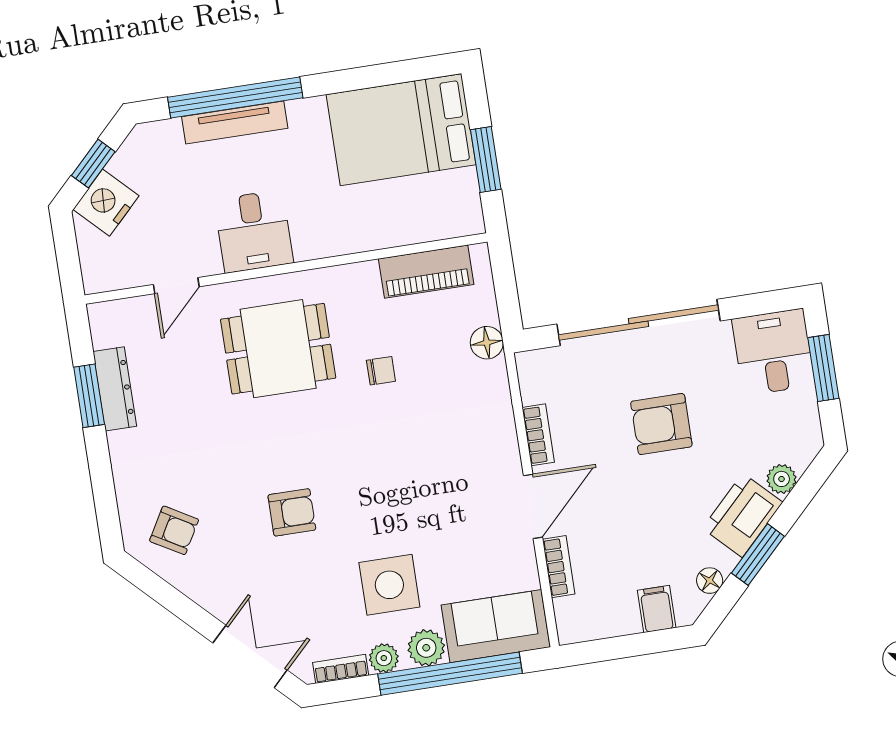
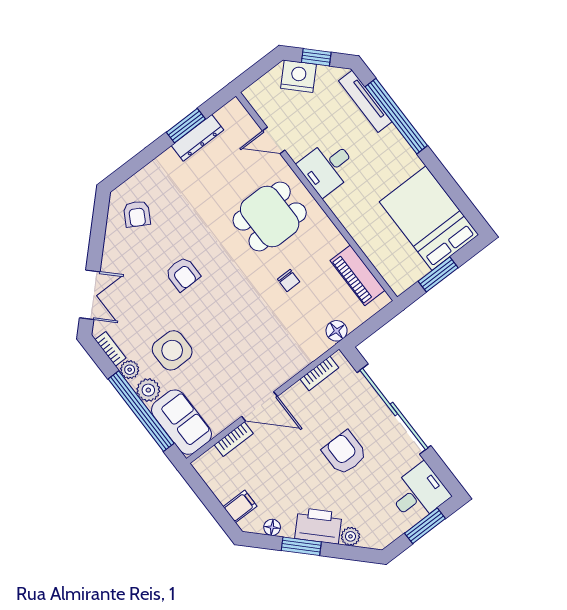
tv unit: (235, 123) -> (365, 101), moved
dining table: (278, 349) -> (270, 216), turned 90
bookcase: (538, 435) -> (319, 373), moved

